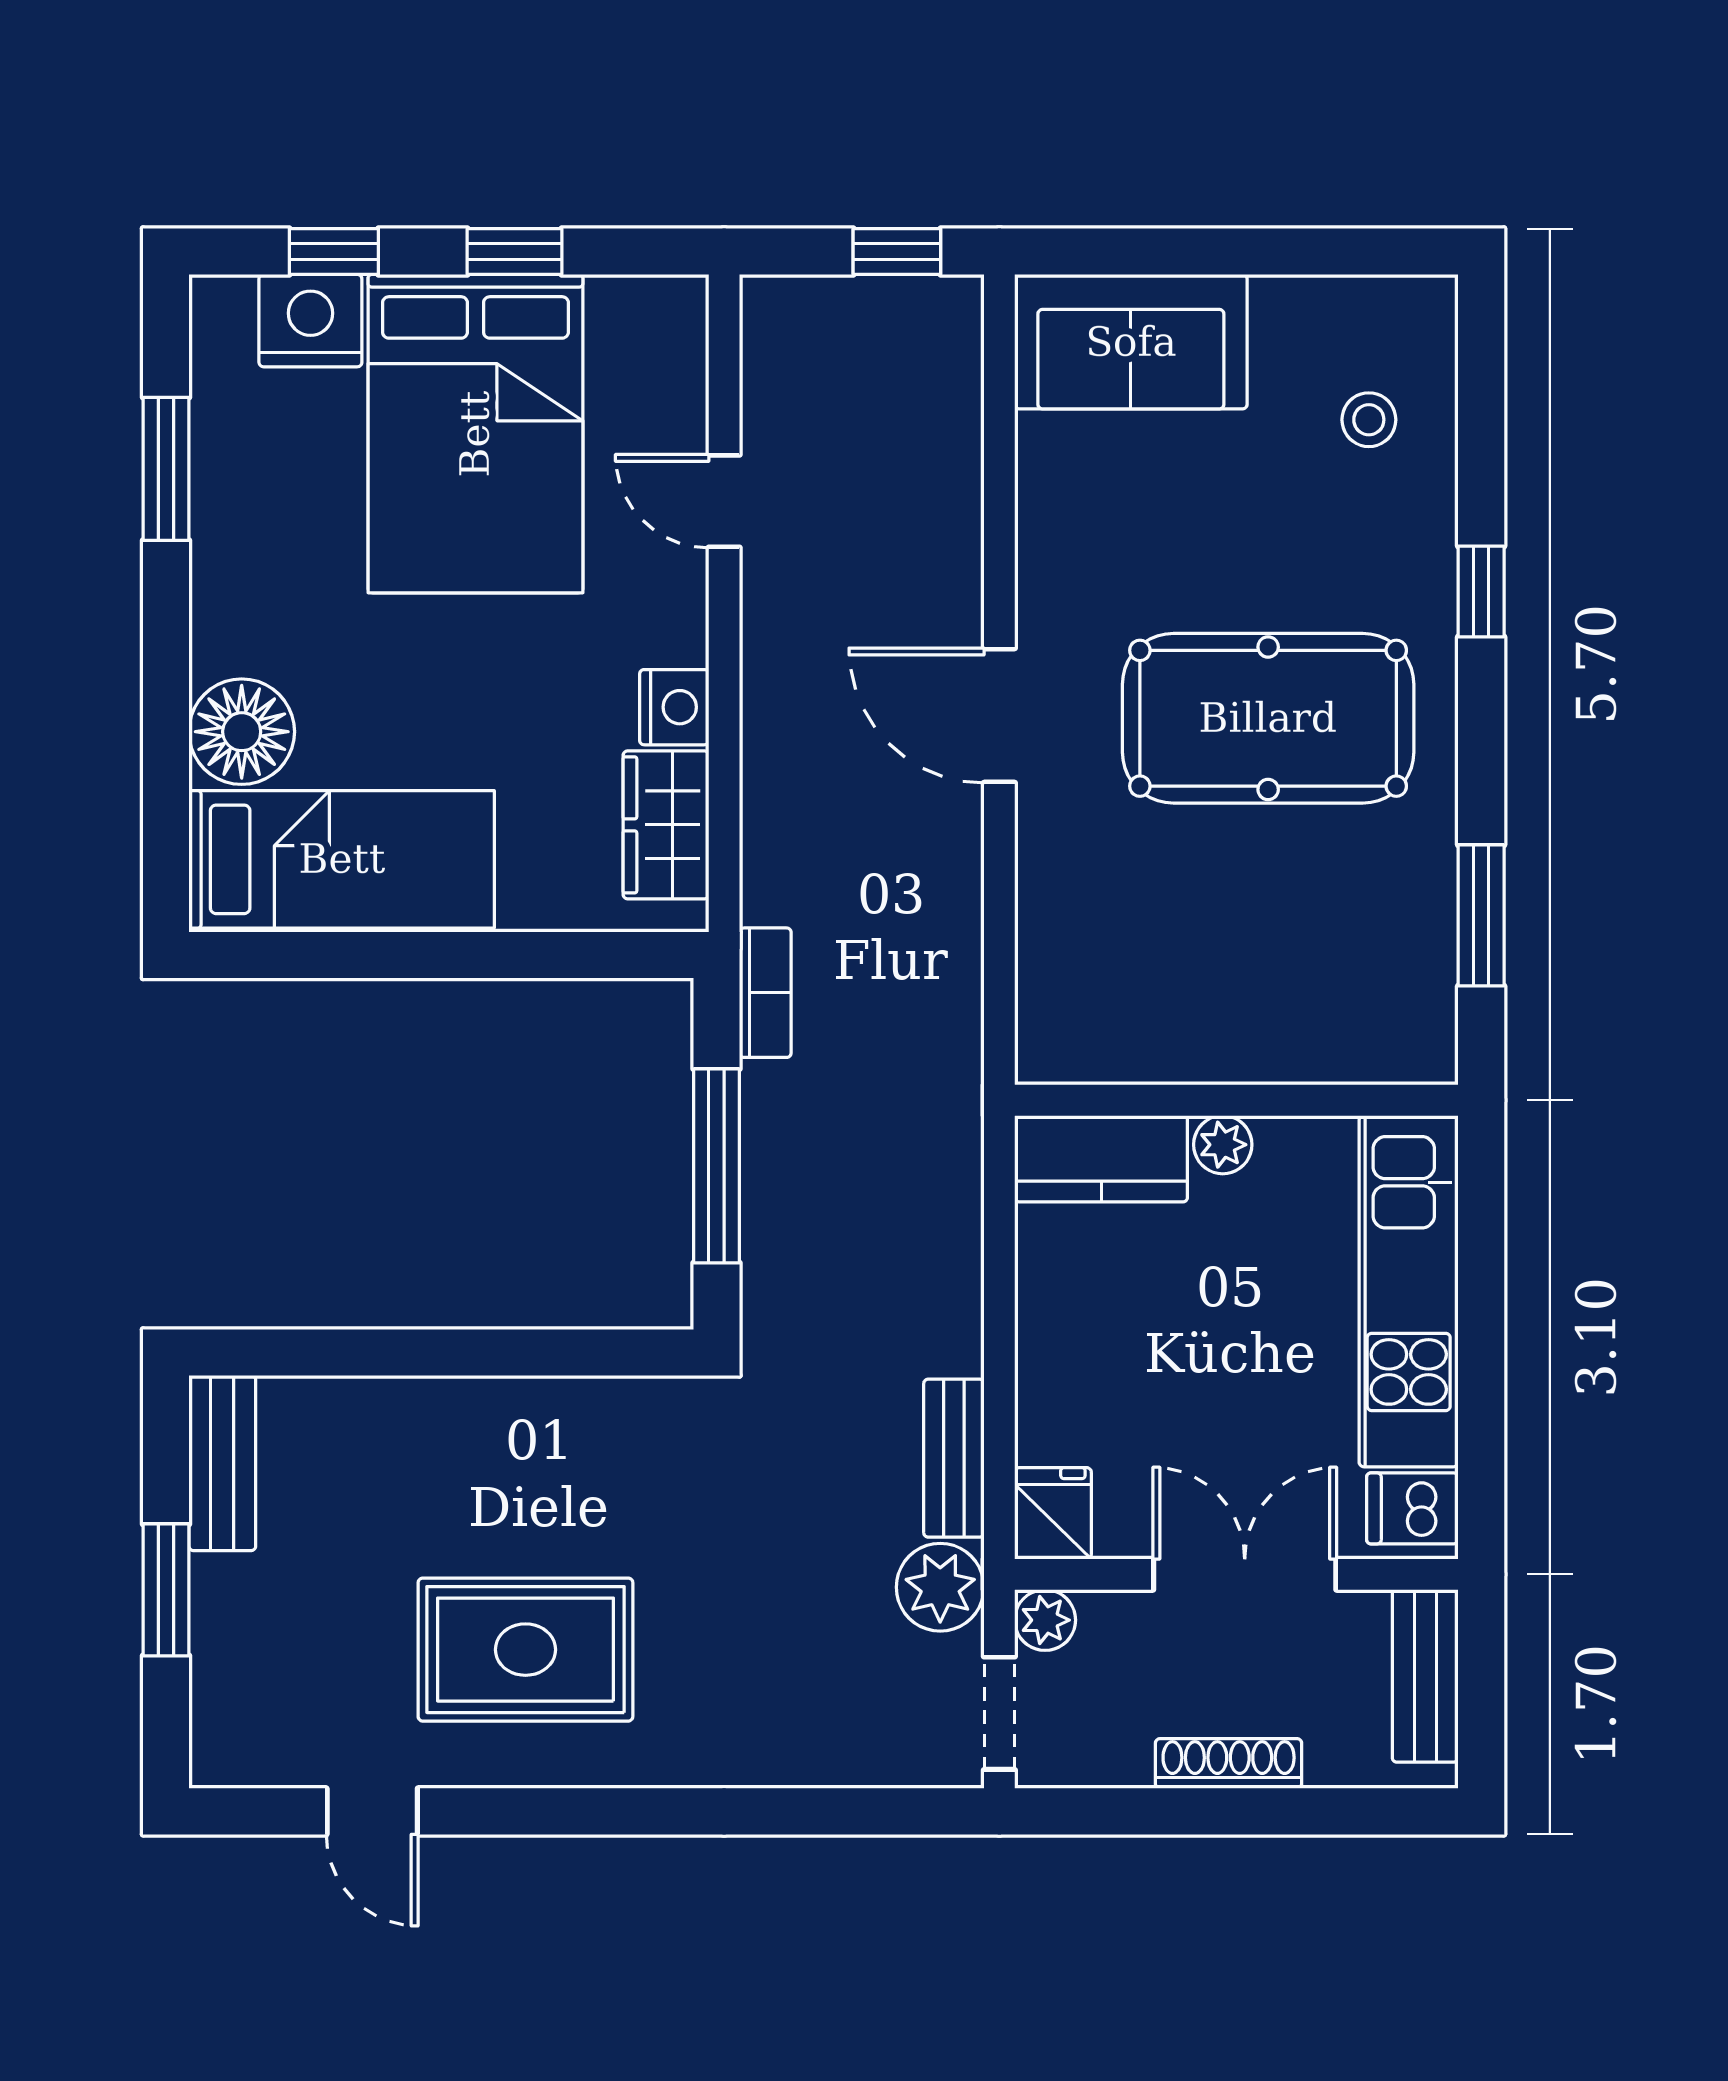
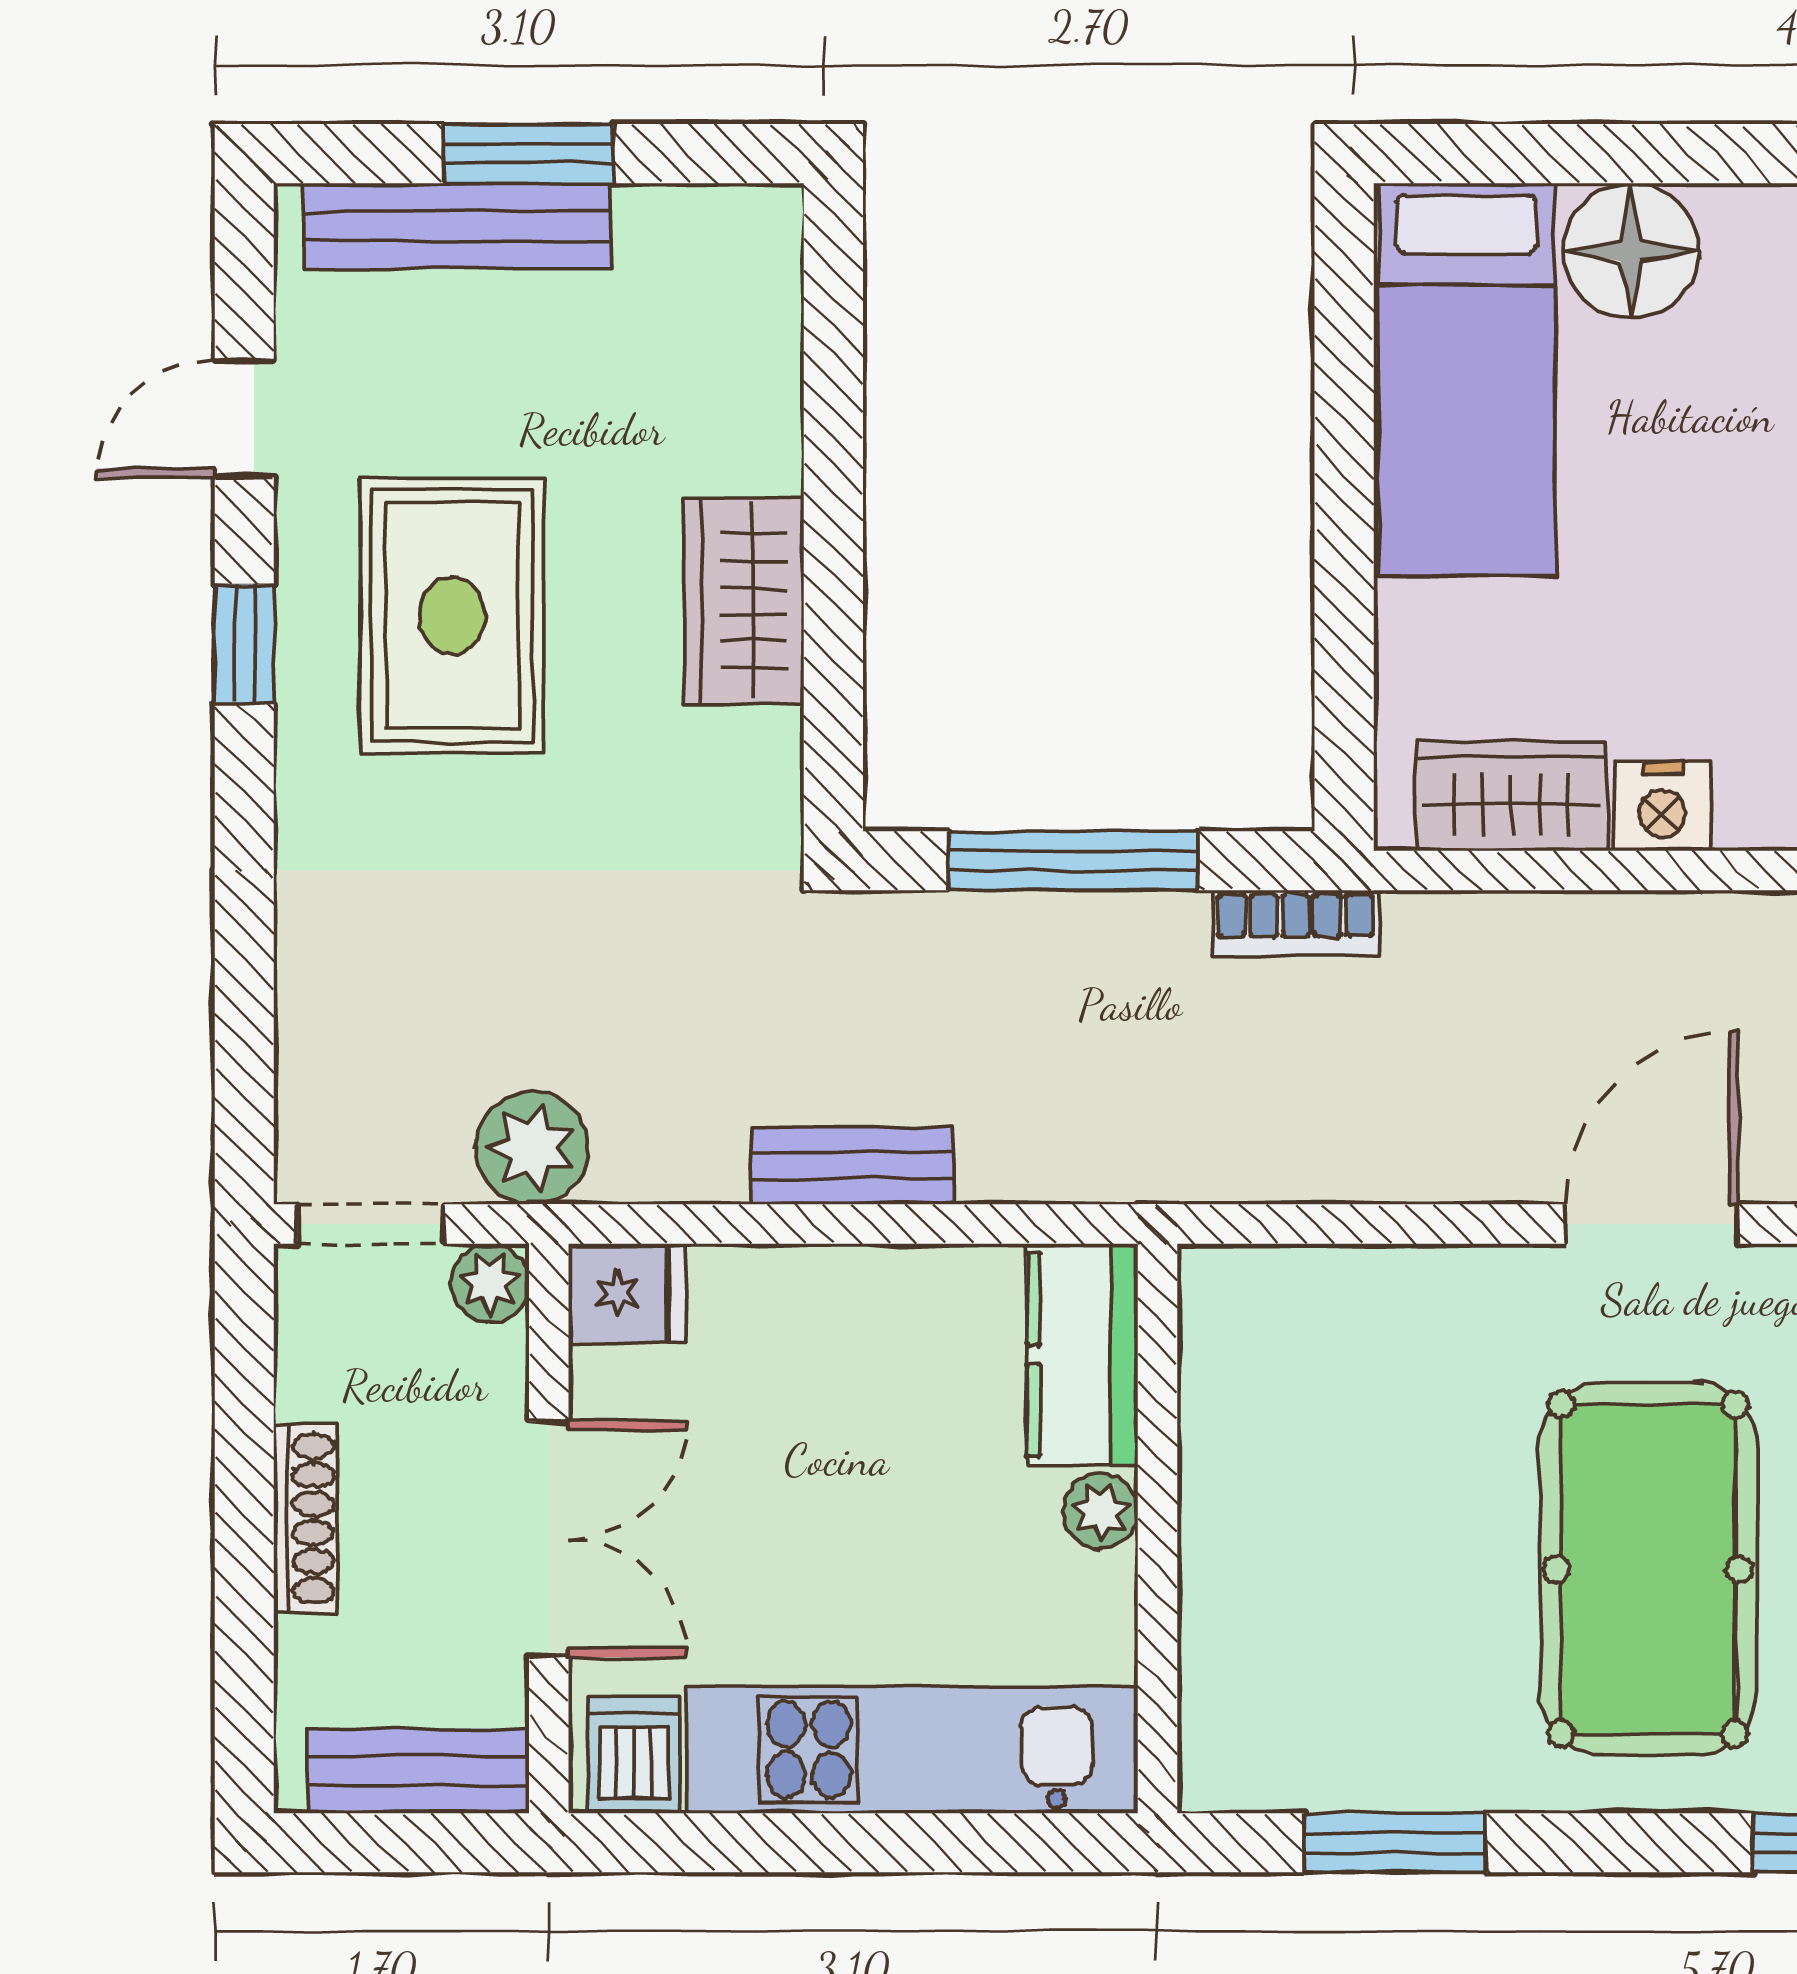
wardrobe: (514, 1422) -> (744, 601), added
bench: (954, 1458) -> (853, 1166), moved
bench: (222, 1463) -> (457, 226), moved, width x1.36
window: (547, 1811) -> (244, 644), added

